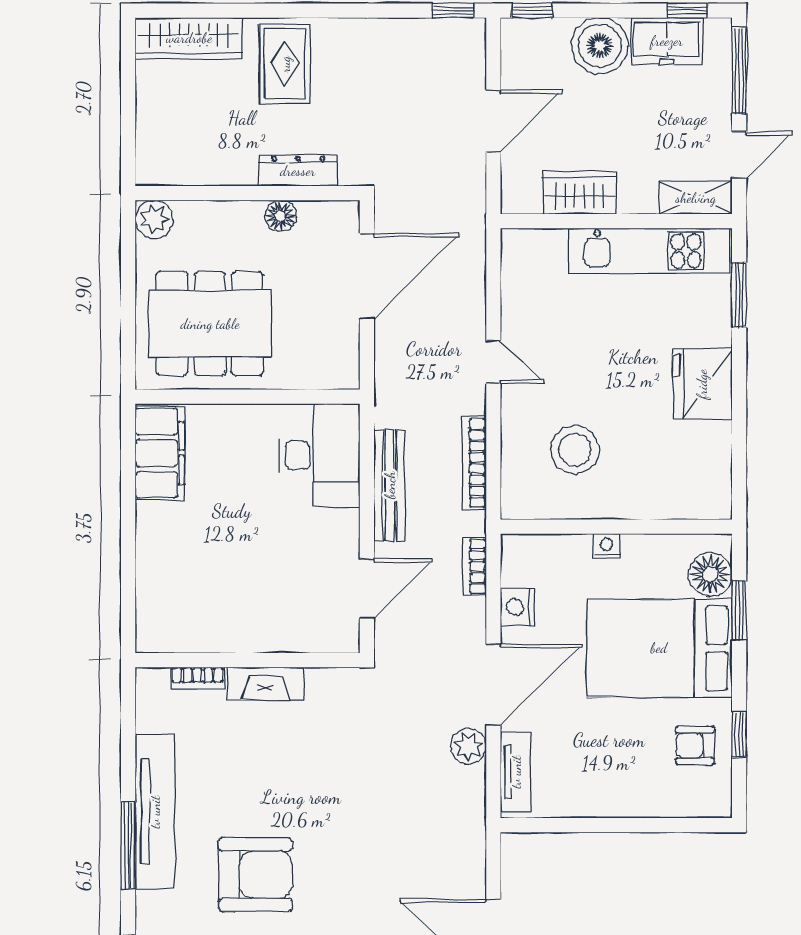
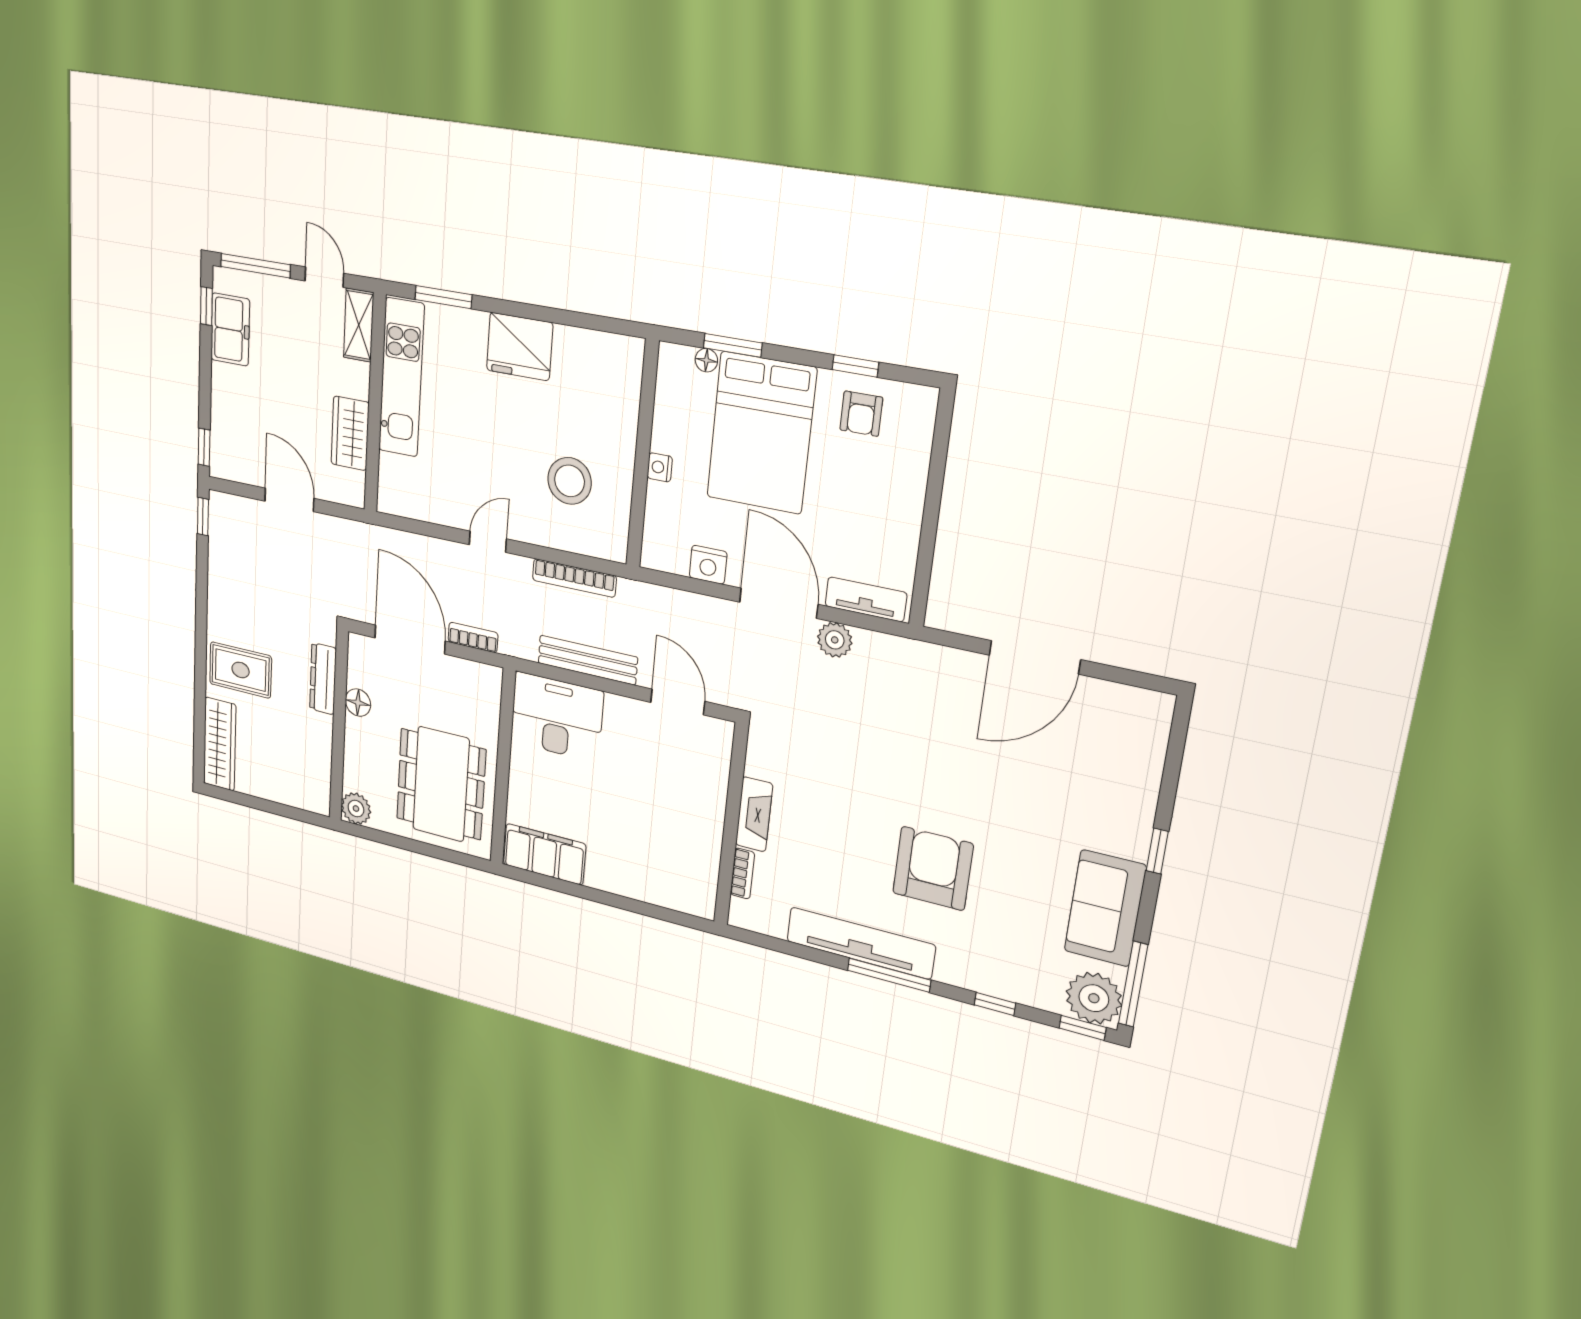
boiler: (600, 46) -> (233, 392), removed
bookcase: (475, 566) -> (473, 637), moved, turned 180
floor lamp: (710, 574) -> (706, 360), width x0.53, depth x0.53

